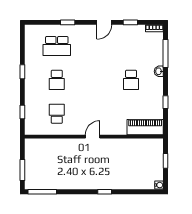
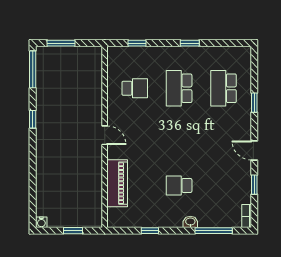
school desk: (57, 80) -> (179, 88), width x1.85
piano: (145, 127) -> (117, 183), moved
window: (105, 192) -> (33, 119), moved

